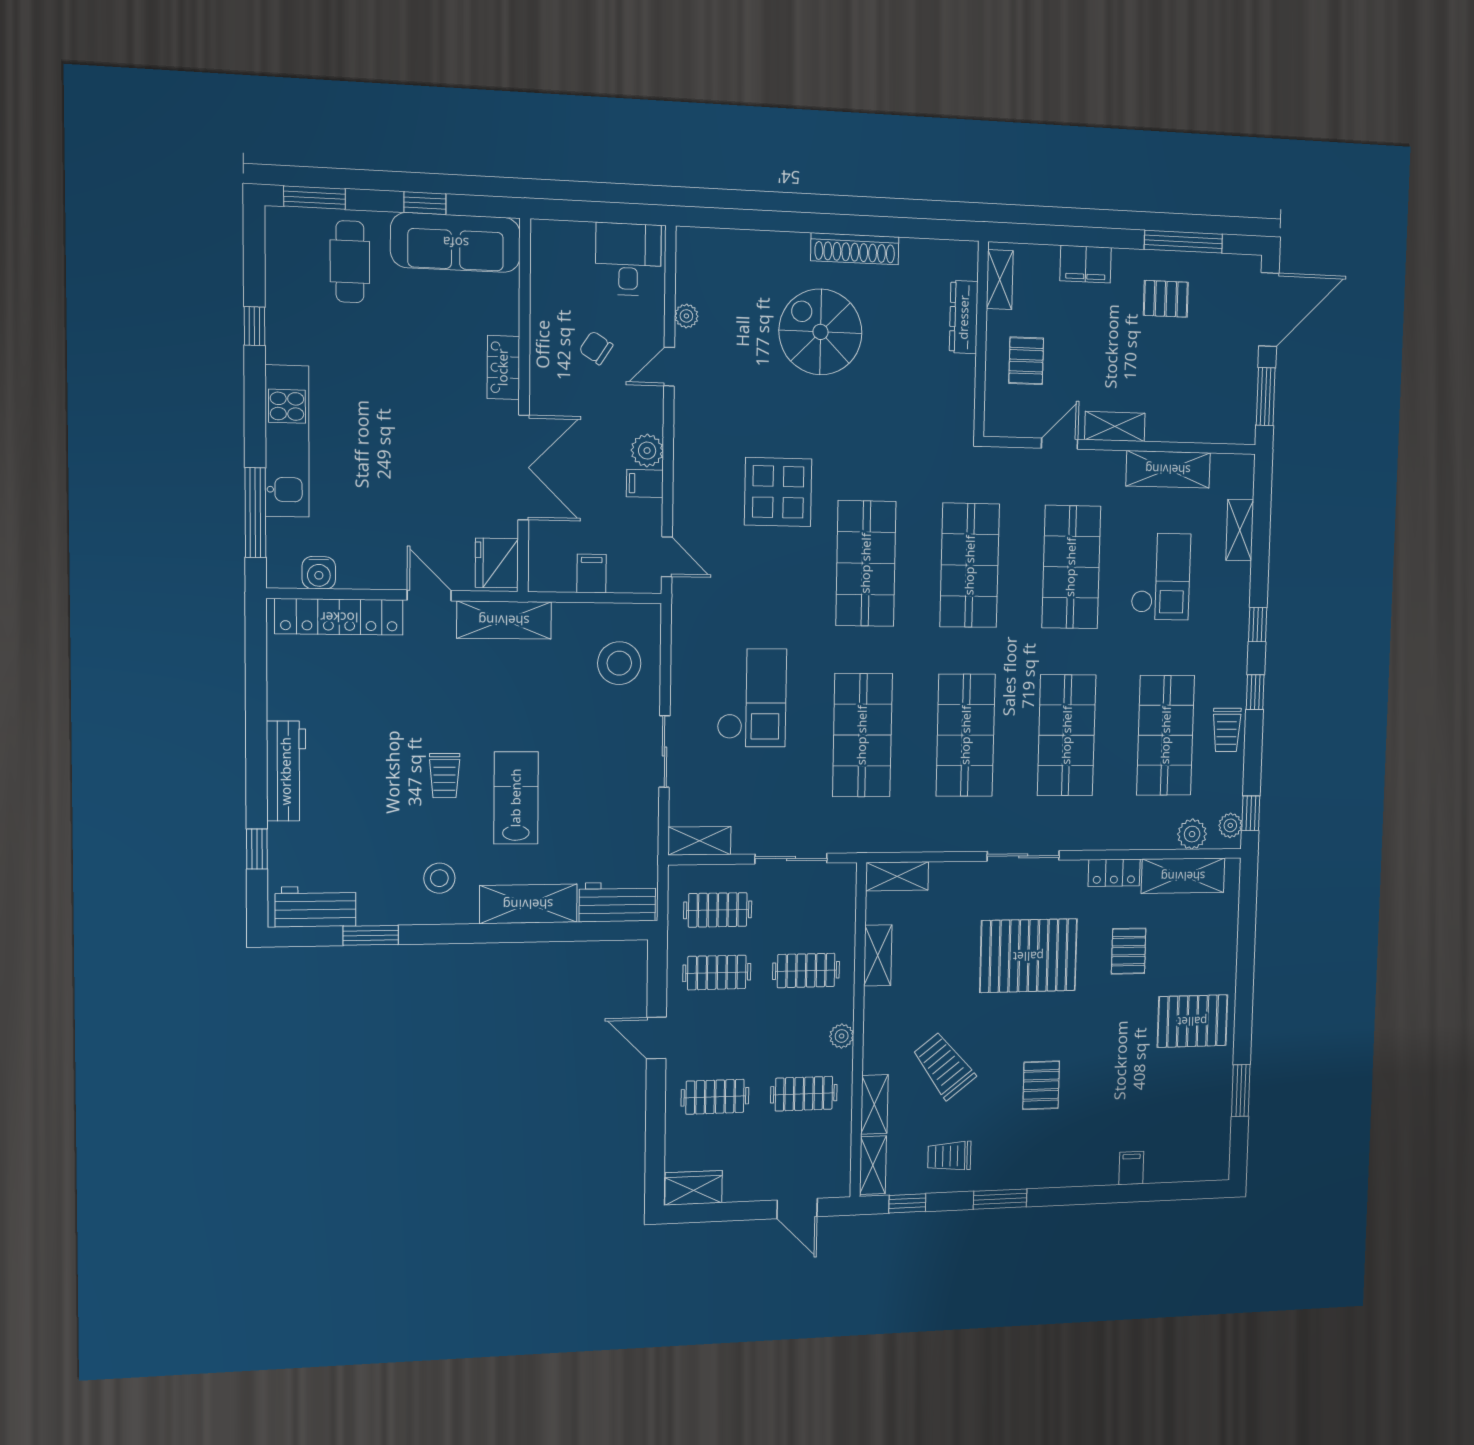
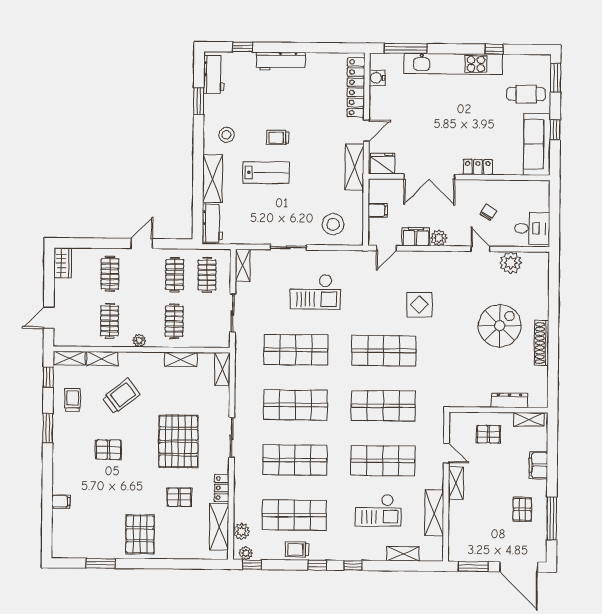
plant: (686, 316) -> (511, 263), width x1.88, depth x1.88
kitchen unit: (287, 441) -> (453, 64), width x1.36
filing cabinet: (645, 483) -> (416, 237), width x2.00
display table: (778, 492) -> (419, 305), width x0.73, depth x0.73

